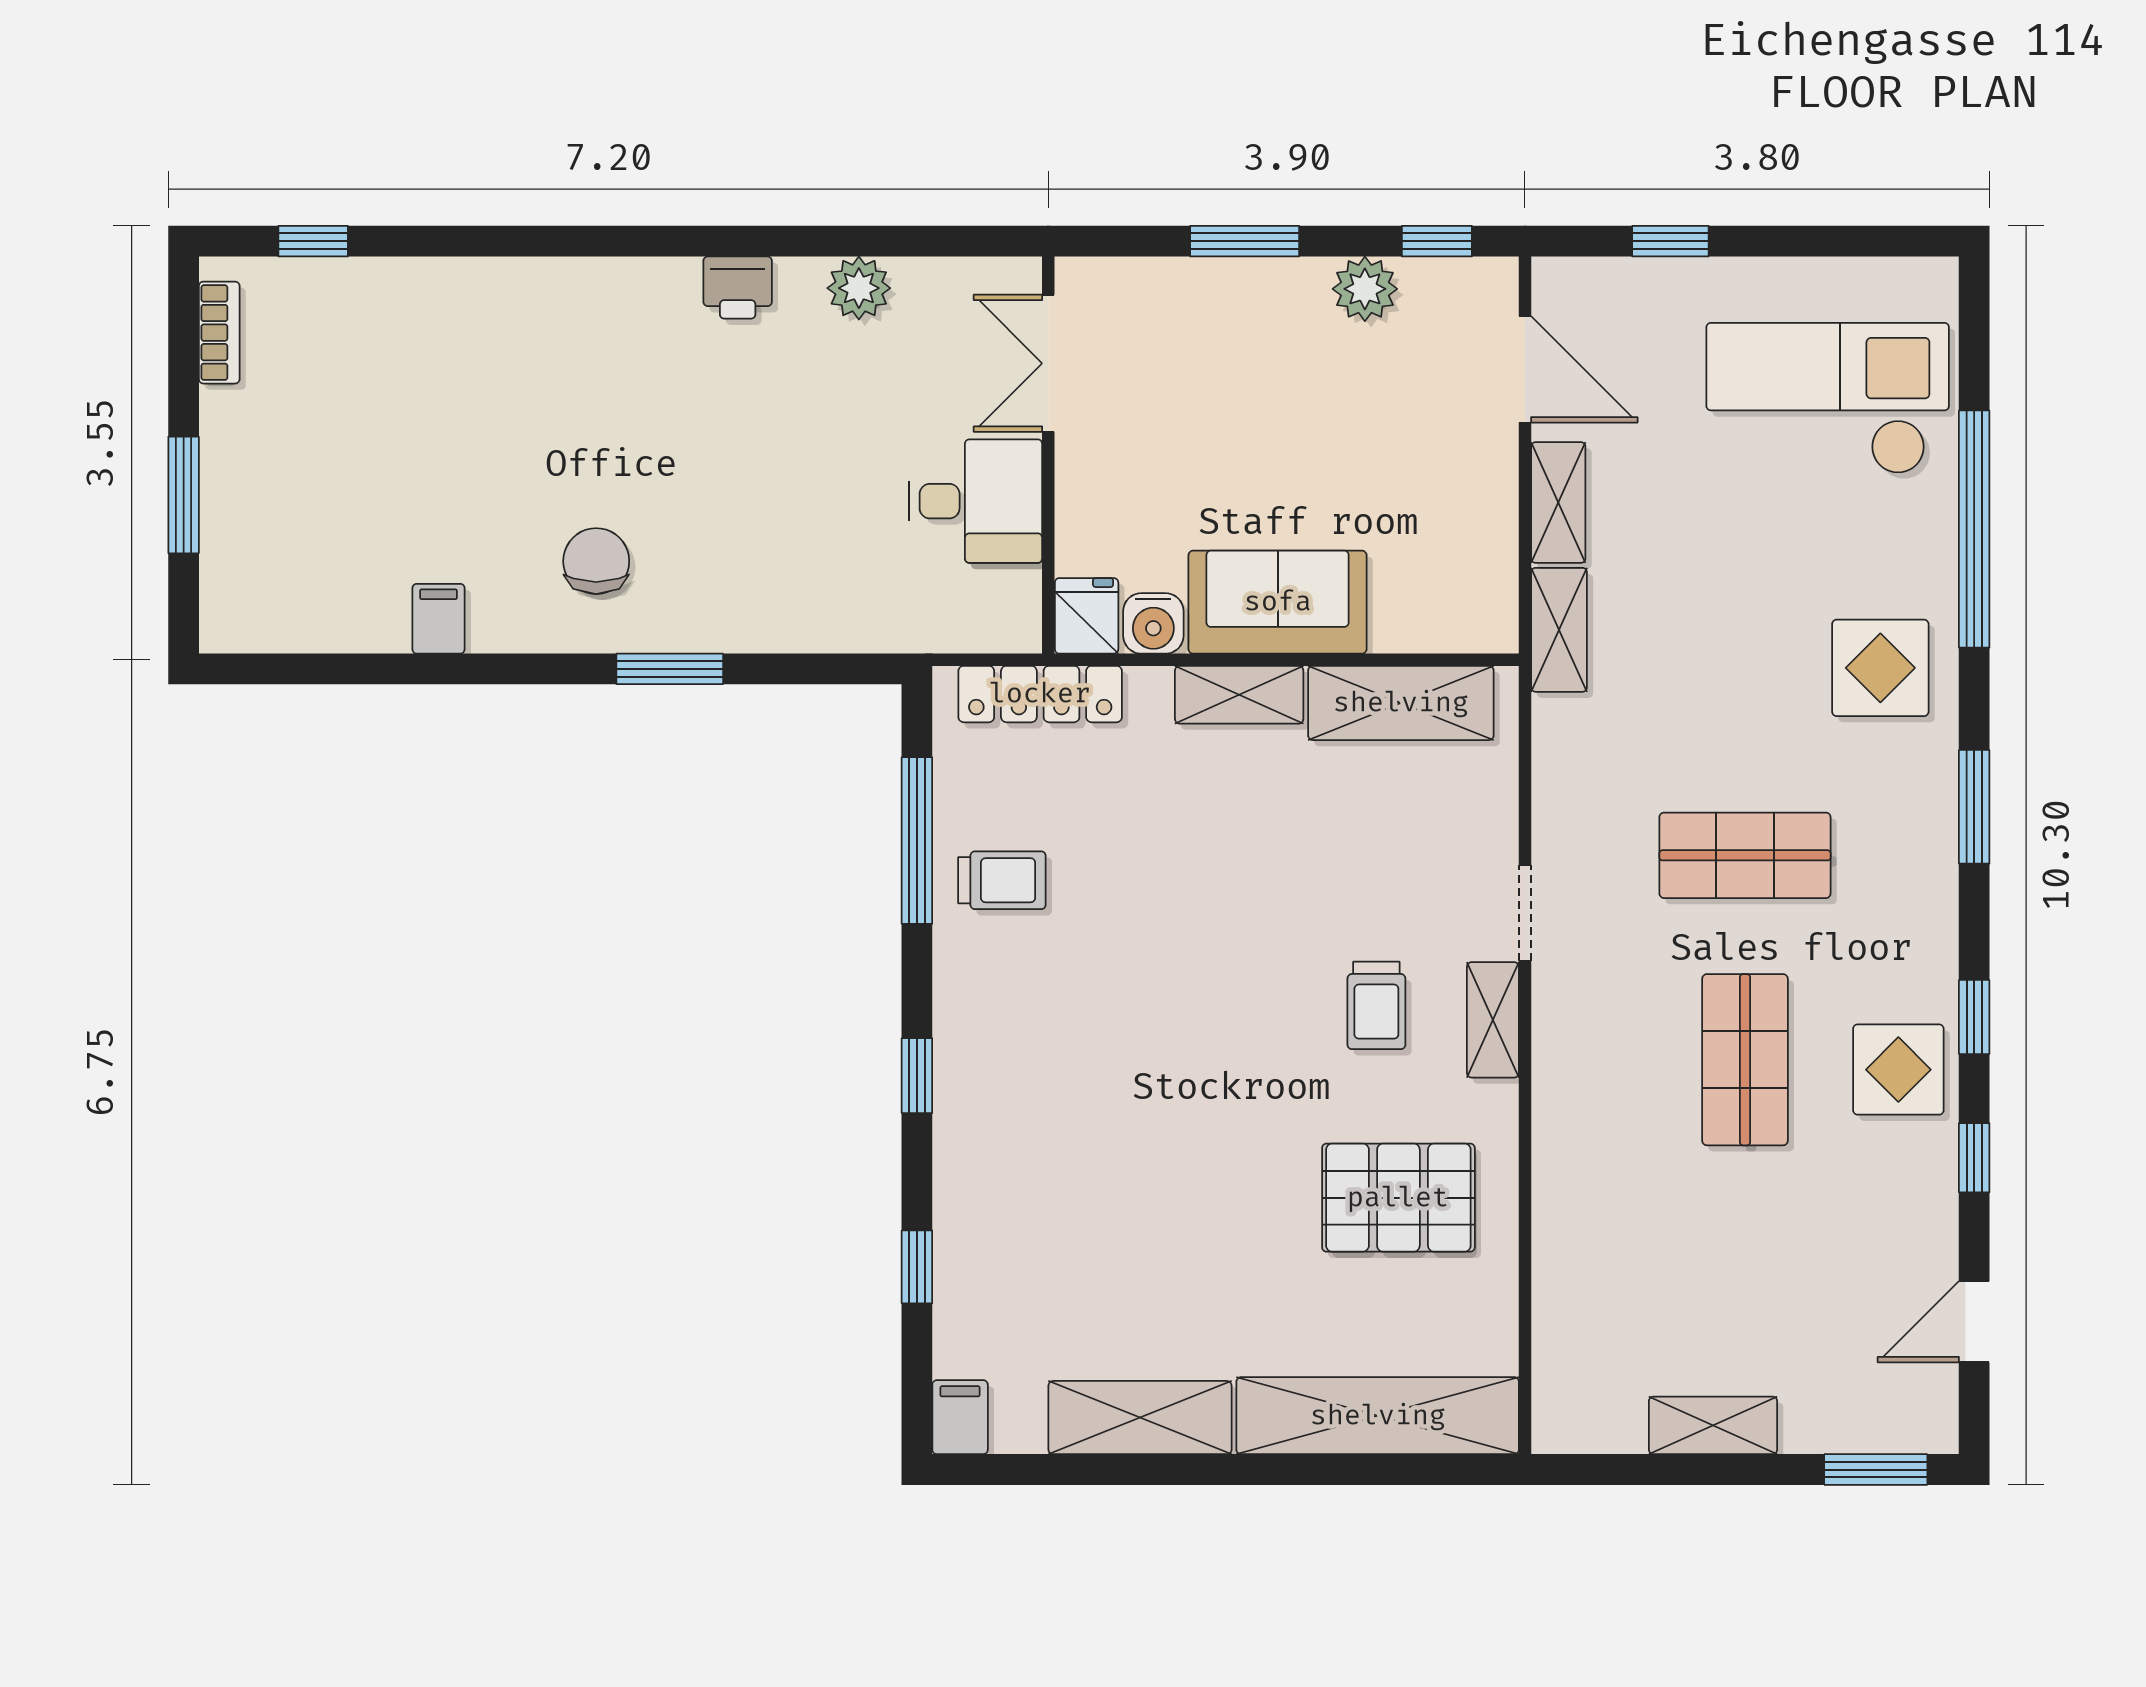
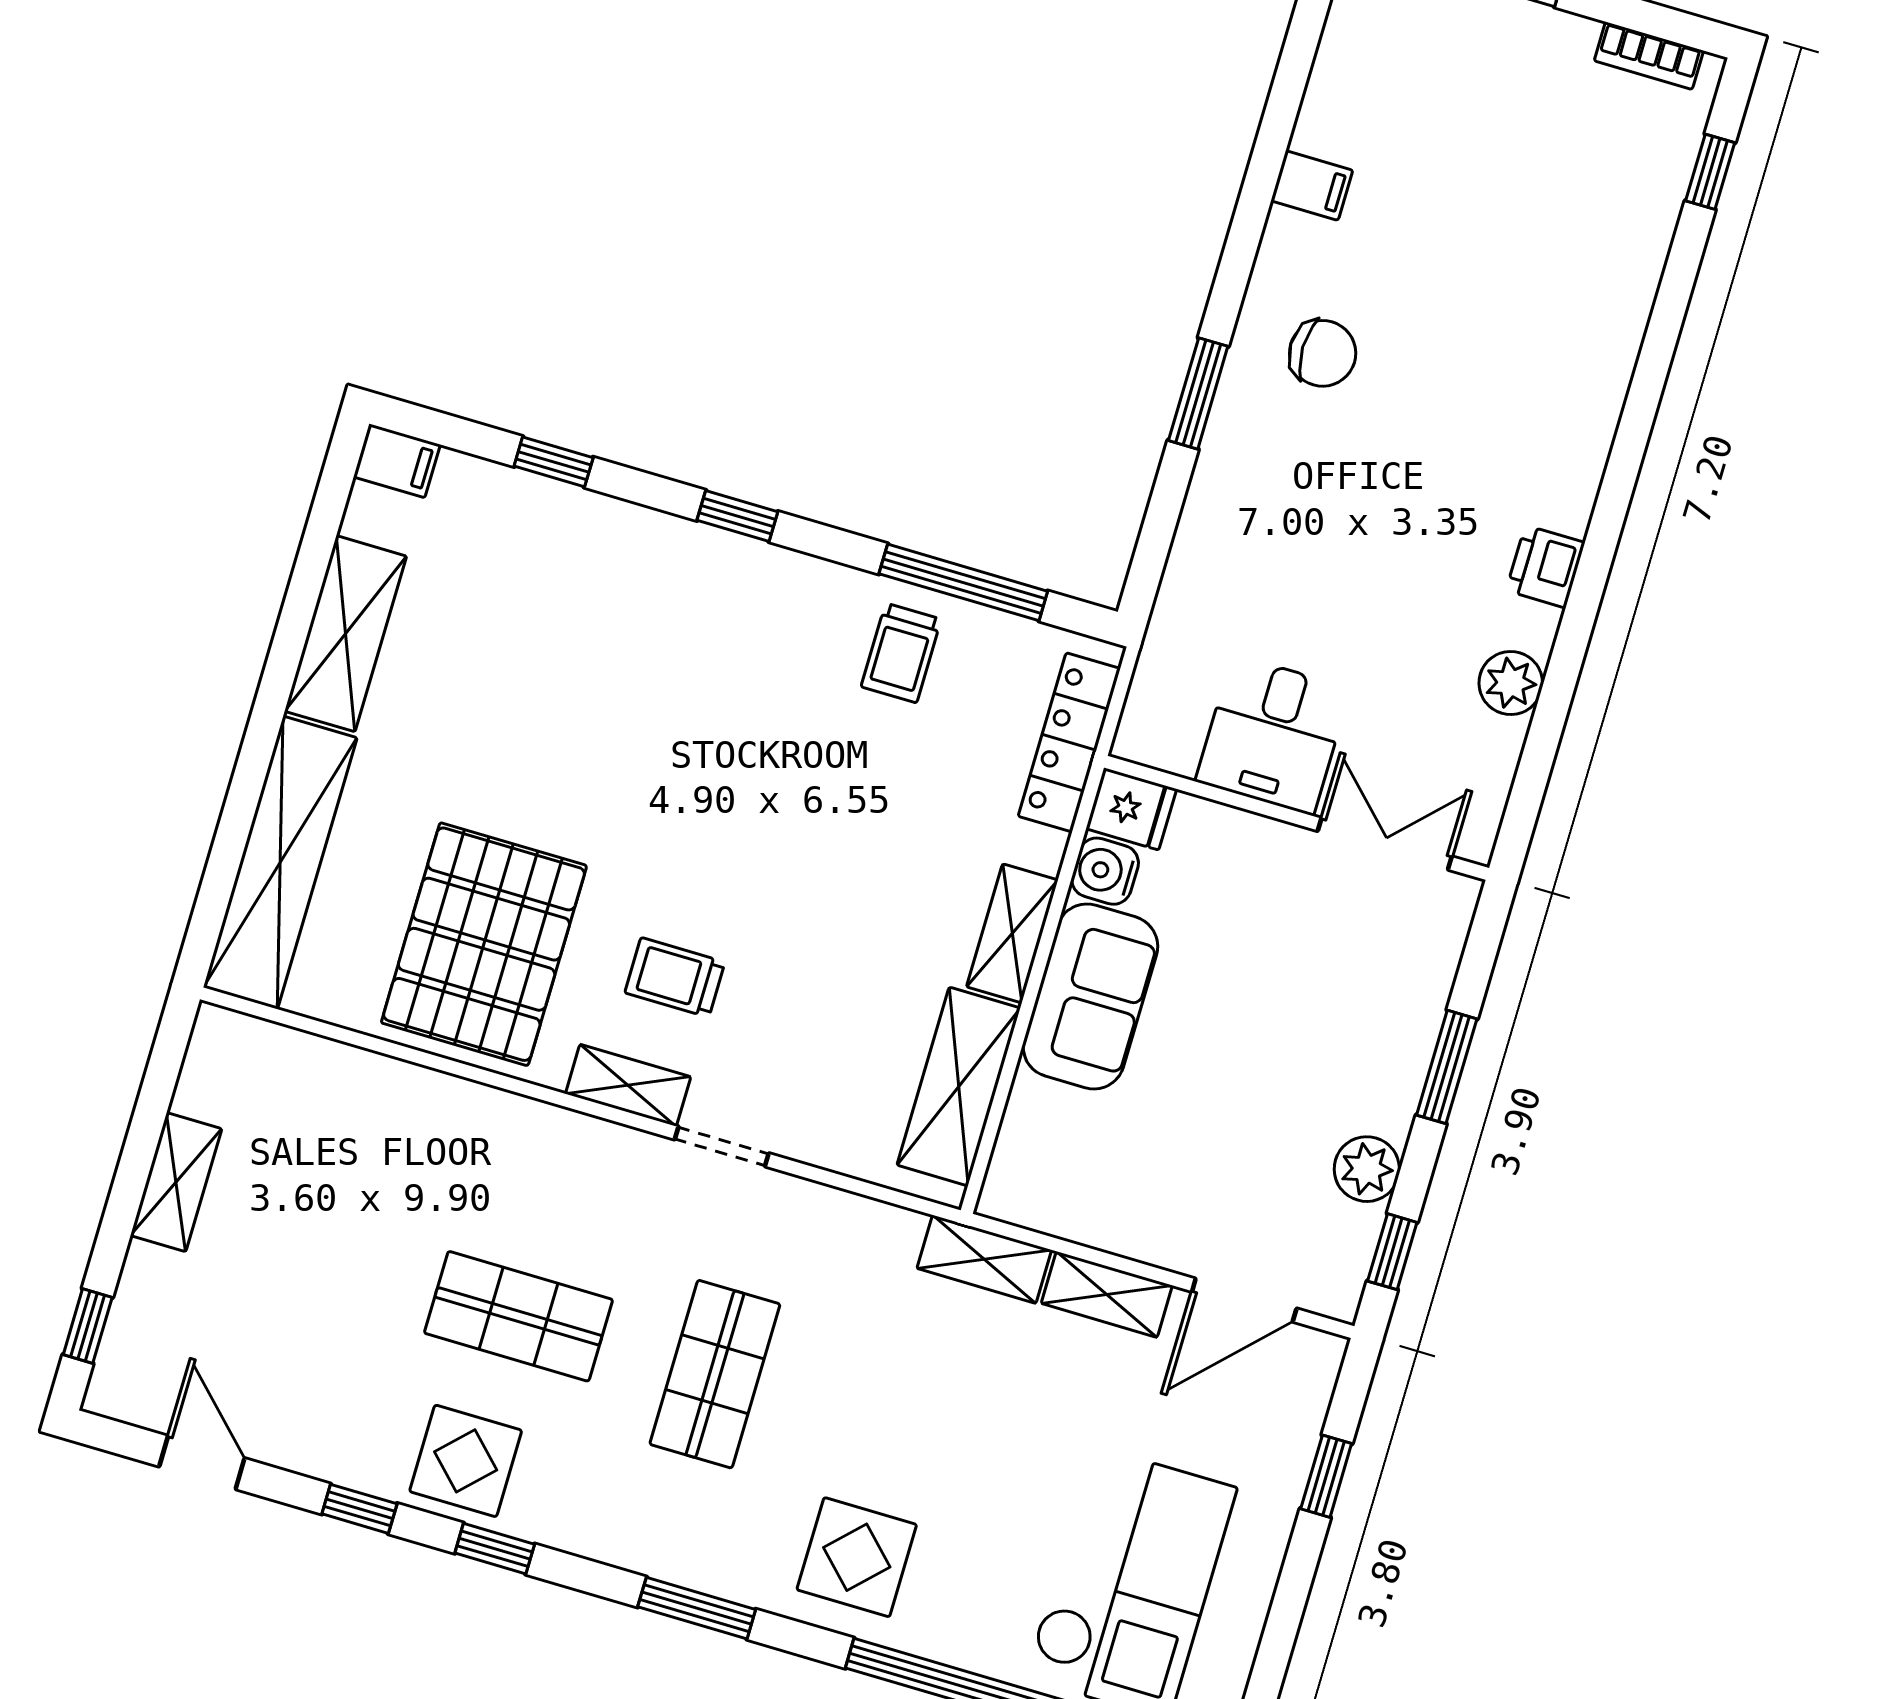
pallet: (1398, 1198) -> (484, 944), width x1.37, depth x1.41
window: (1876, 1470) -> (88, 1326), width x0.67

